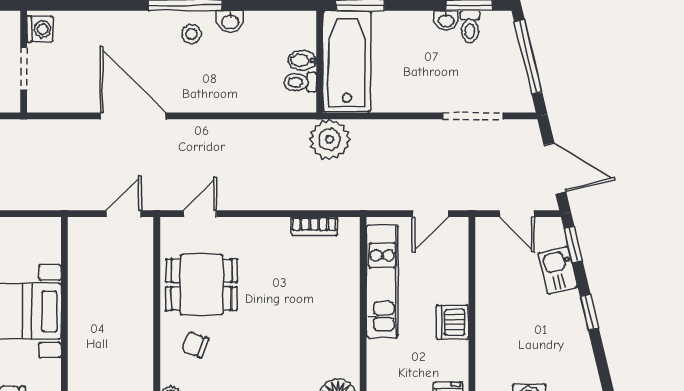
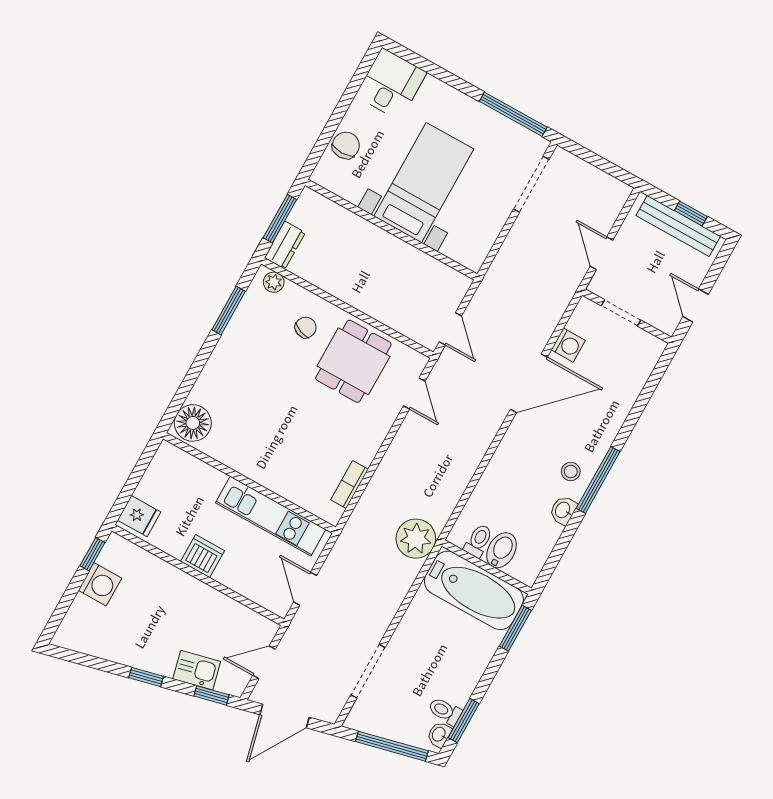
washbasin: (446, 20) -> (439, 734), moved
washing machine: (40, 29) -> (568, 345), moved, turned -90
bidet: (302, 60) -> (501, 550), width x1.38, depth x1.36

